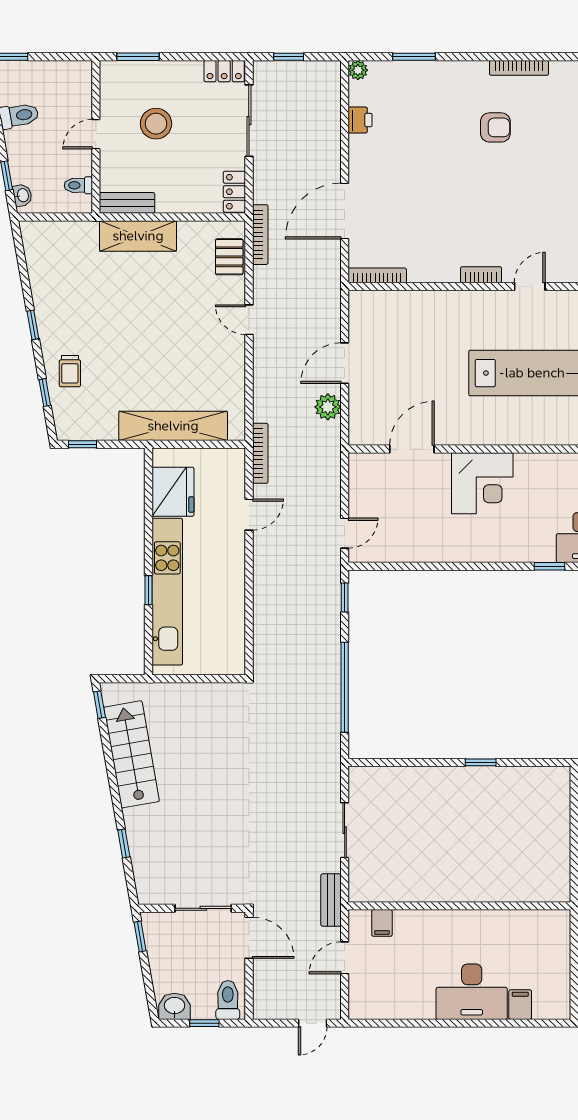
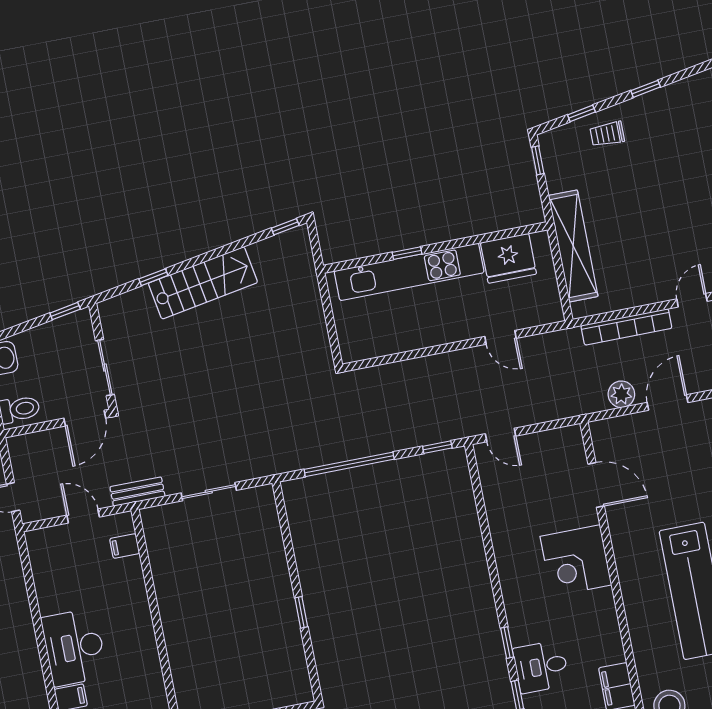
door: (345, 363) -> (668, 402), hinge flipped
bookcase: (260, 453) -> (626, 327), moved, width x1.48, depth x1.31
stairs: (131, 754) -> (203, 283), moved

